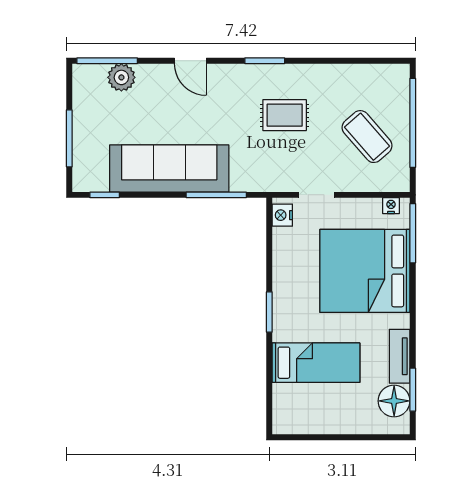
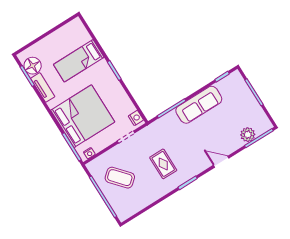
rug: (285, 115) -> (163, 164), turned 90
sofa: (169, 168) -> (199, 105), width x0.74, depth x0.79

